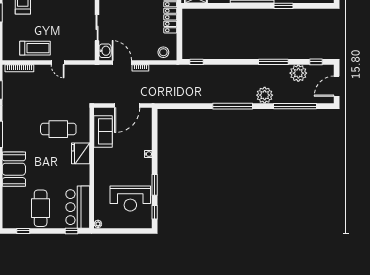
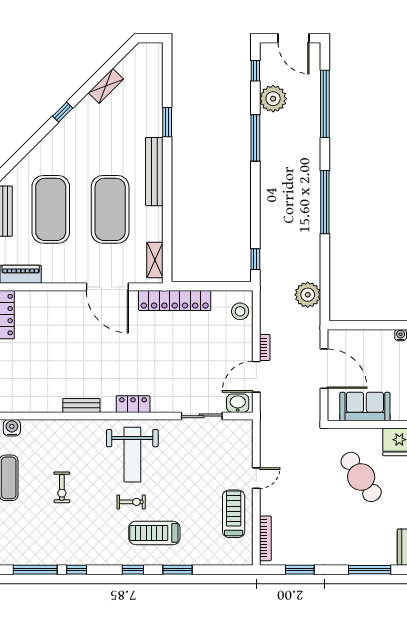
plant: (265, 95) -> (308, 295), moved
cafe table: (58, 129) -> (361, 477), turned -34

